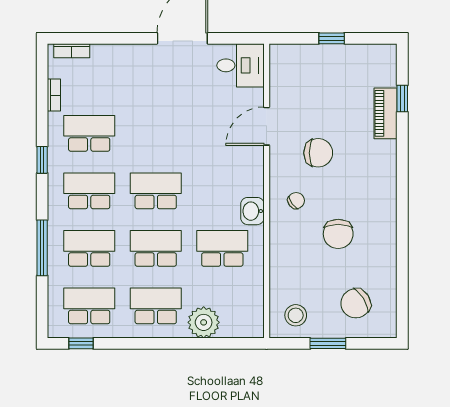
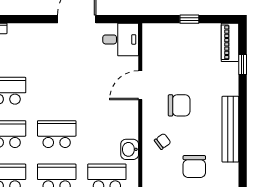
piano: (386, 113) -> (230, 42), moved
bench: (386, 184) -> (230, 129), added

